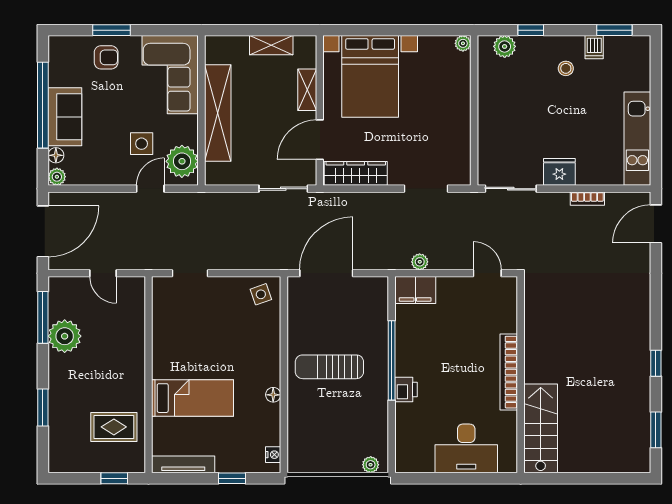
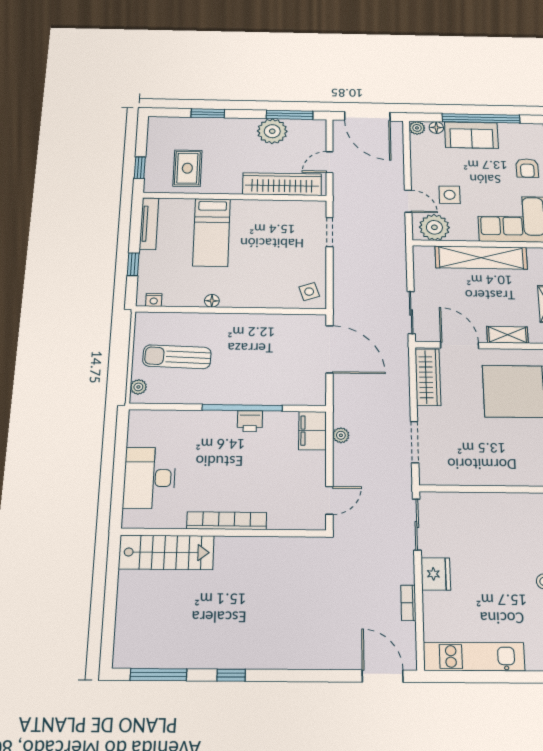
wardrobe: (132, 324) -> (282, 184), added
sun lounger: (329, 367) -> (177, 357), moved, turned -88
printer: (406, 390) -> (250, 421), moved
window: (656, 430) -> (158, 675), width x1.44

